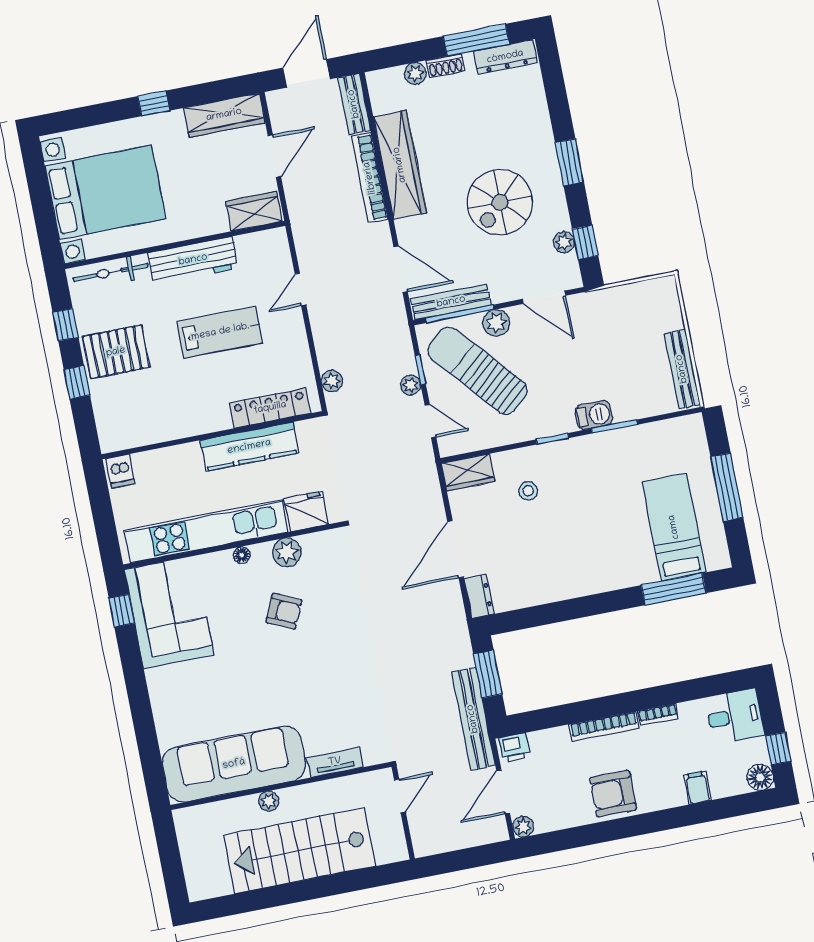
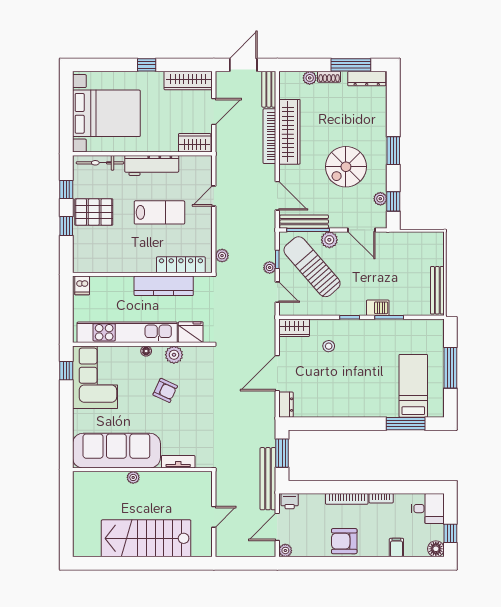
tv unit: (335, 762) -> (178, 462), moved
sofa: (234, 764) -> (116, 451), moved
wall: (281, 786) -> (142, 470), moved
plant: (269, 801) -> (133, 477), moved

